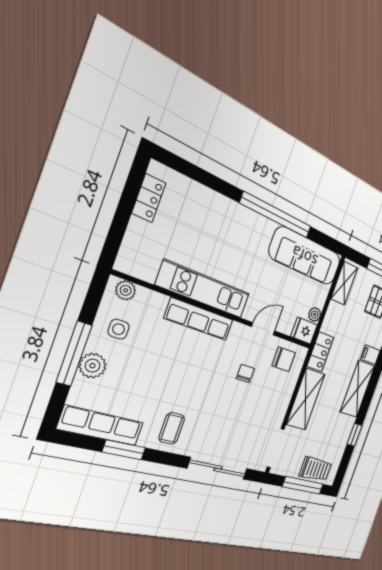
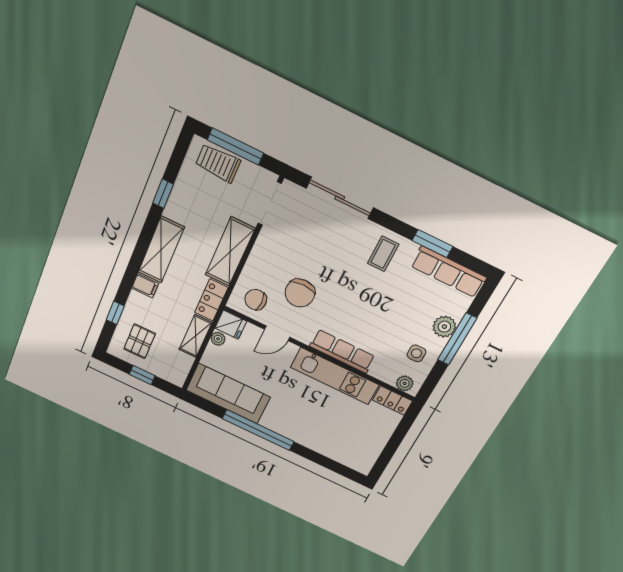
locker: (149, 198) -> (392, 400), moved, turned -90
shelving: (344, 283) -> (195, 336), moved
chair: (245, 373) -> (300, 293), width x1.87, depth x1.87

